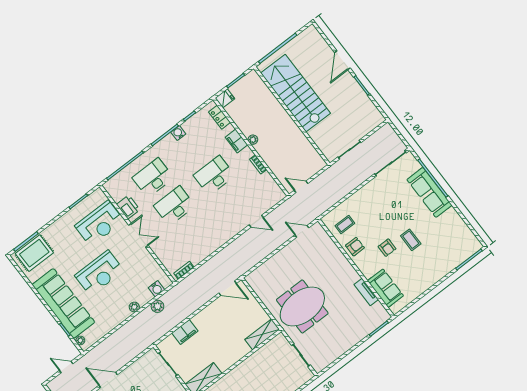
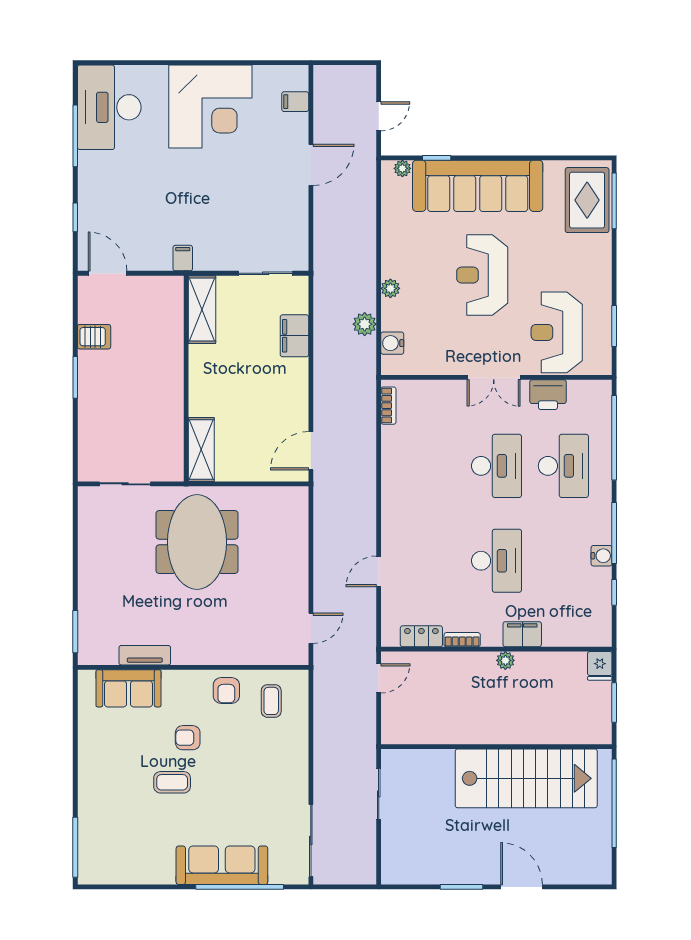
locker: (220, 117) -> (421, 636), moved

